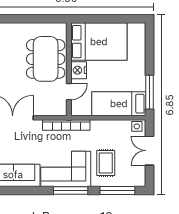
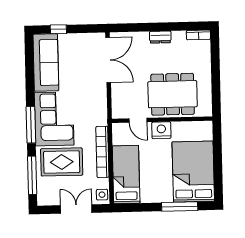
bed: (99, 42) -> (193, 172), moved, turned 180
window: (150, 92) -> (180, 207), moved
bookcase: (66, 125) -> (102, 152), moved
rug: (106, 163) -> (62, 162), width x1.36, depth x1.43

